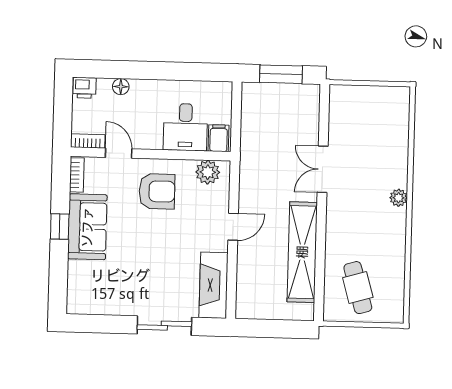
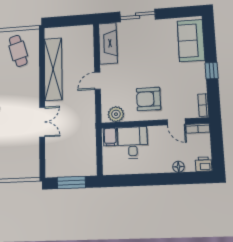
sofa: (87, 227) -> (191, 41), moved

